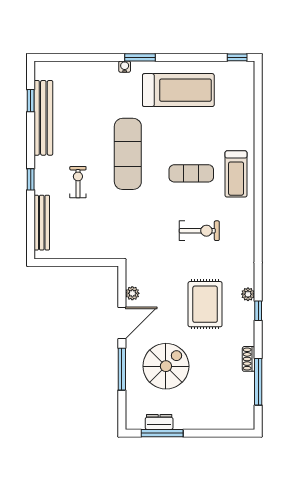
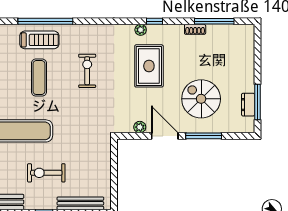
window: (258, 181) -> (45, 21), added
exercise bike: (78, 182) -> (46, 173), width x1.38, depth x1.39
rug: (205, 304) -> (149, 66), turned 90

